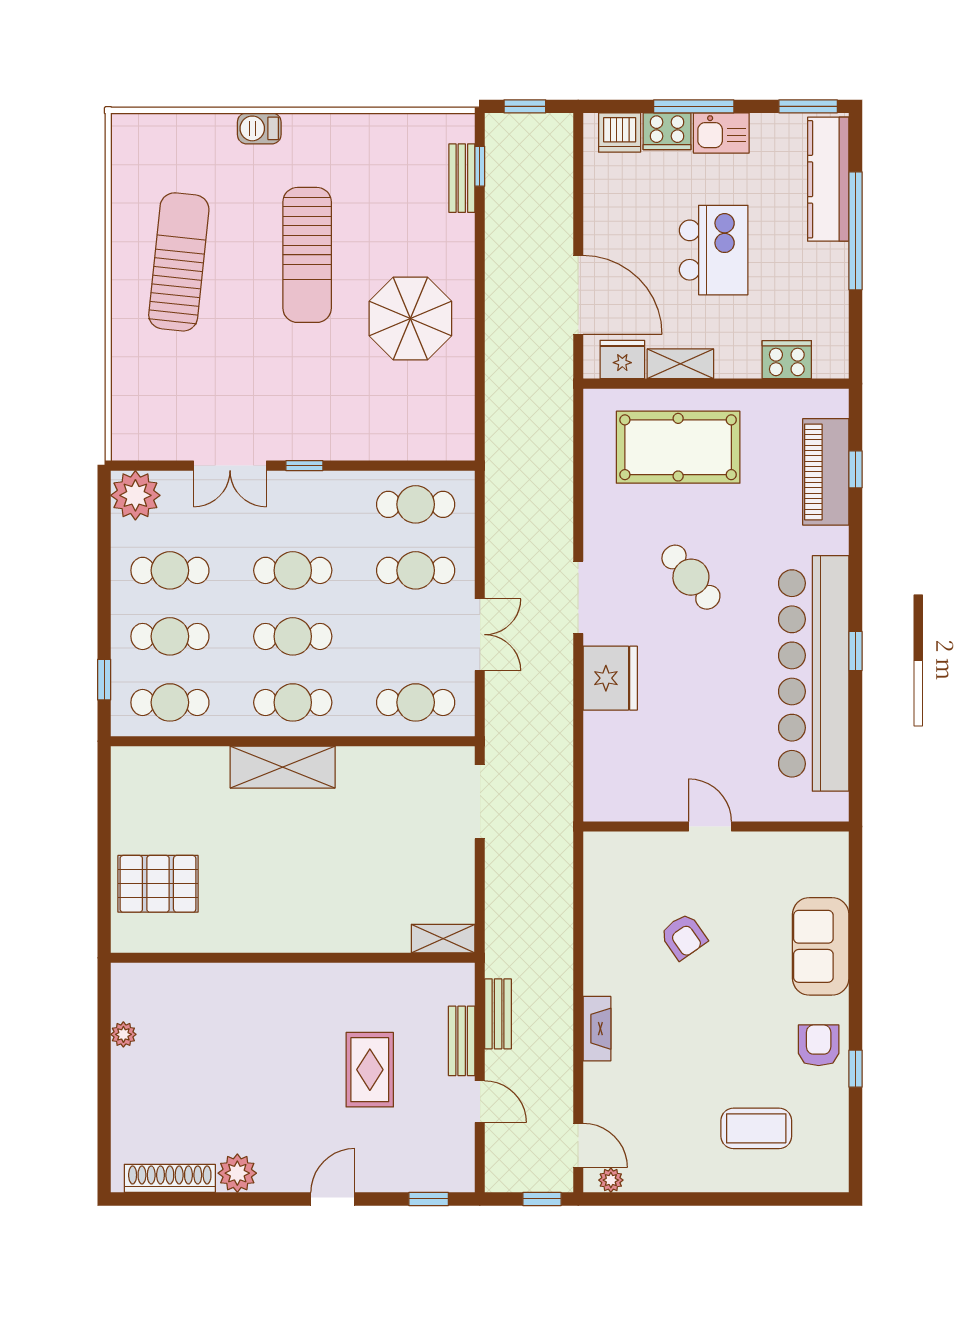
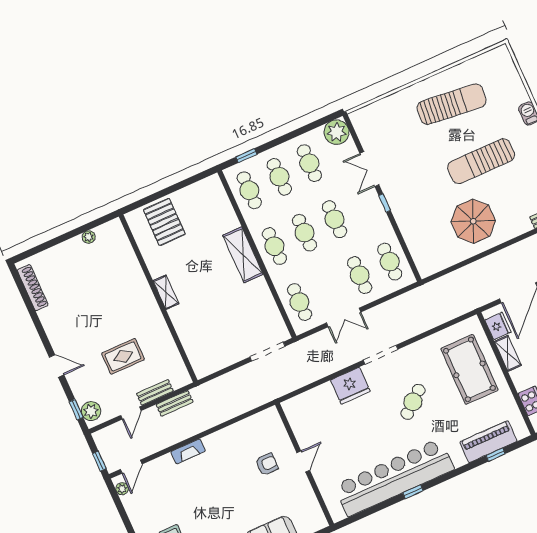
armchair: (684, 937) -> (267, 464), moved, turned -145
shelving: (443, 939) -> (166, 292), moved
plant: (237, 1173) -> (91, 411), moved

